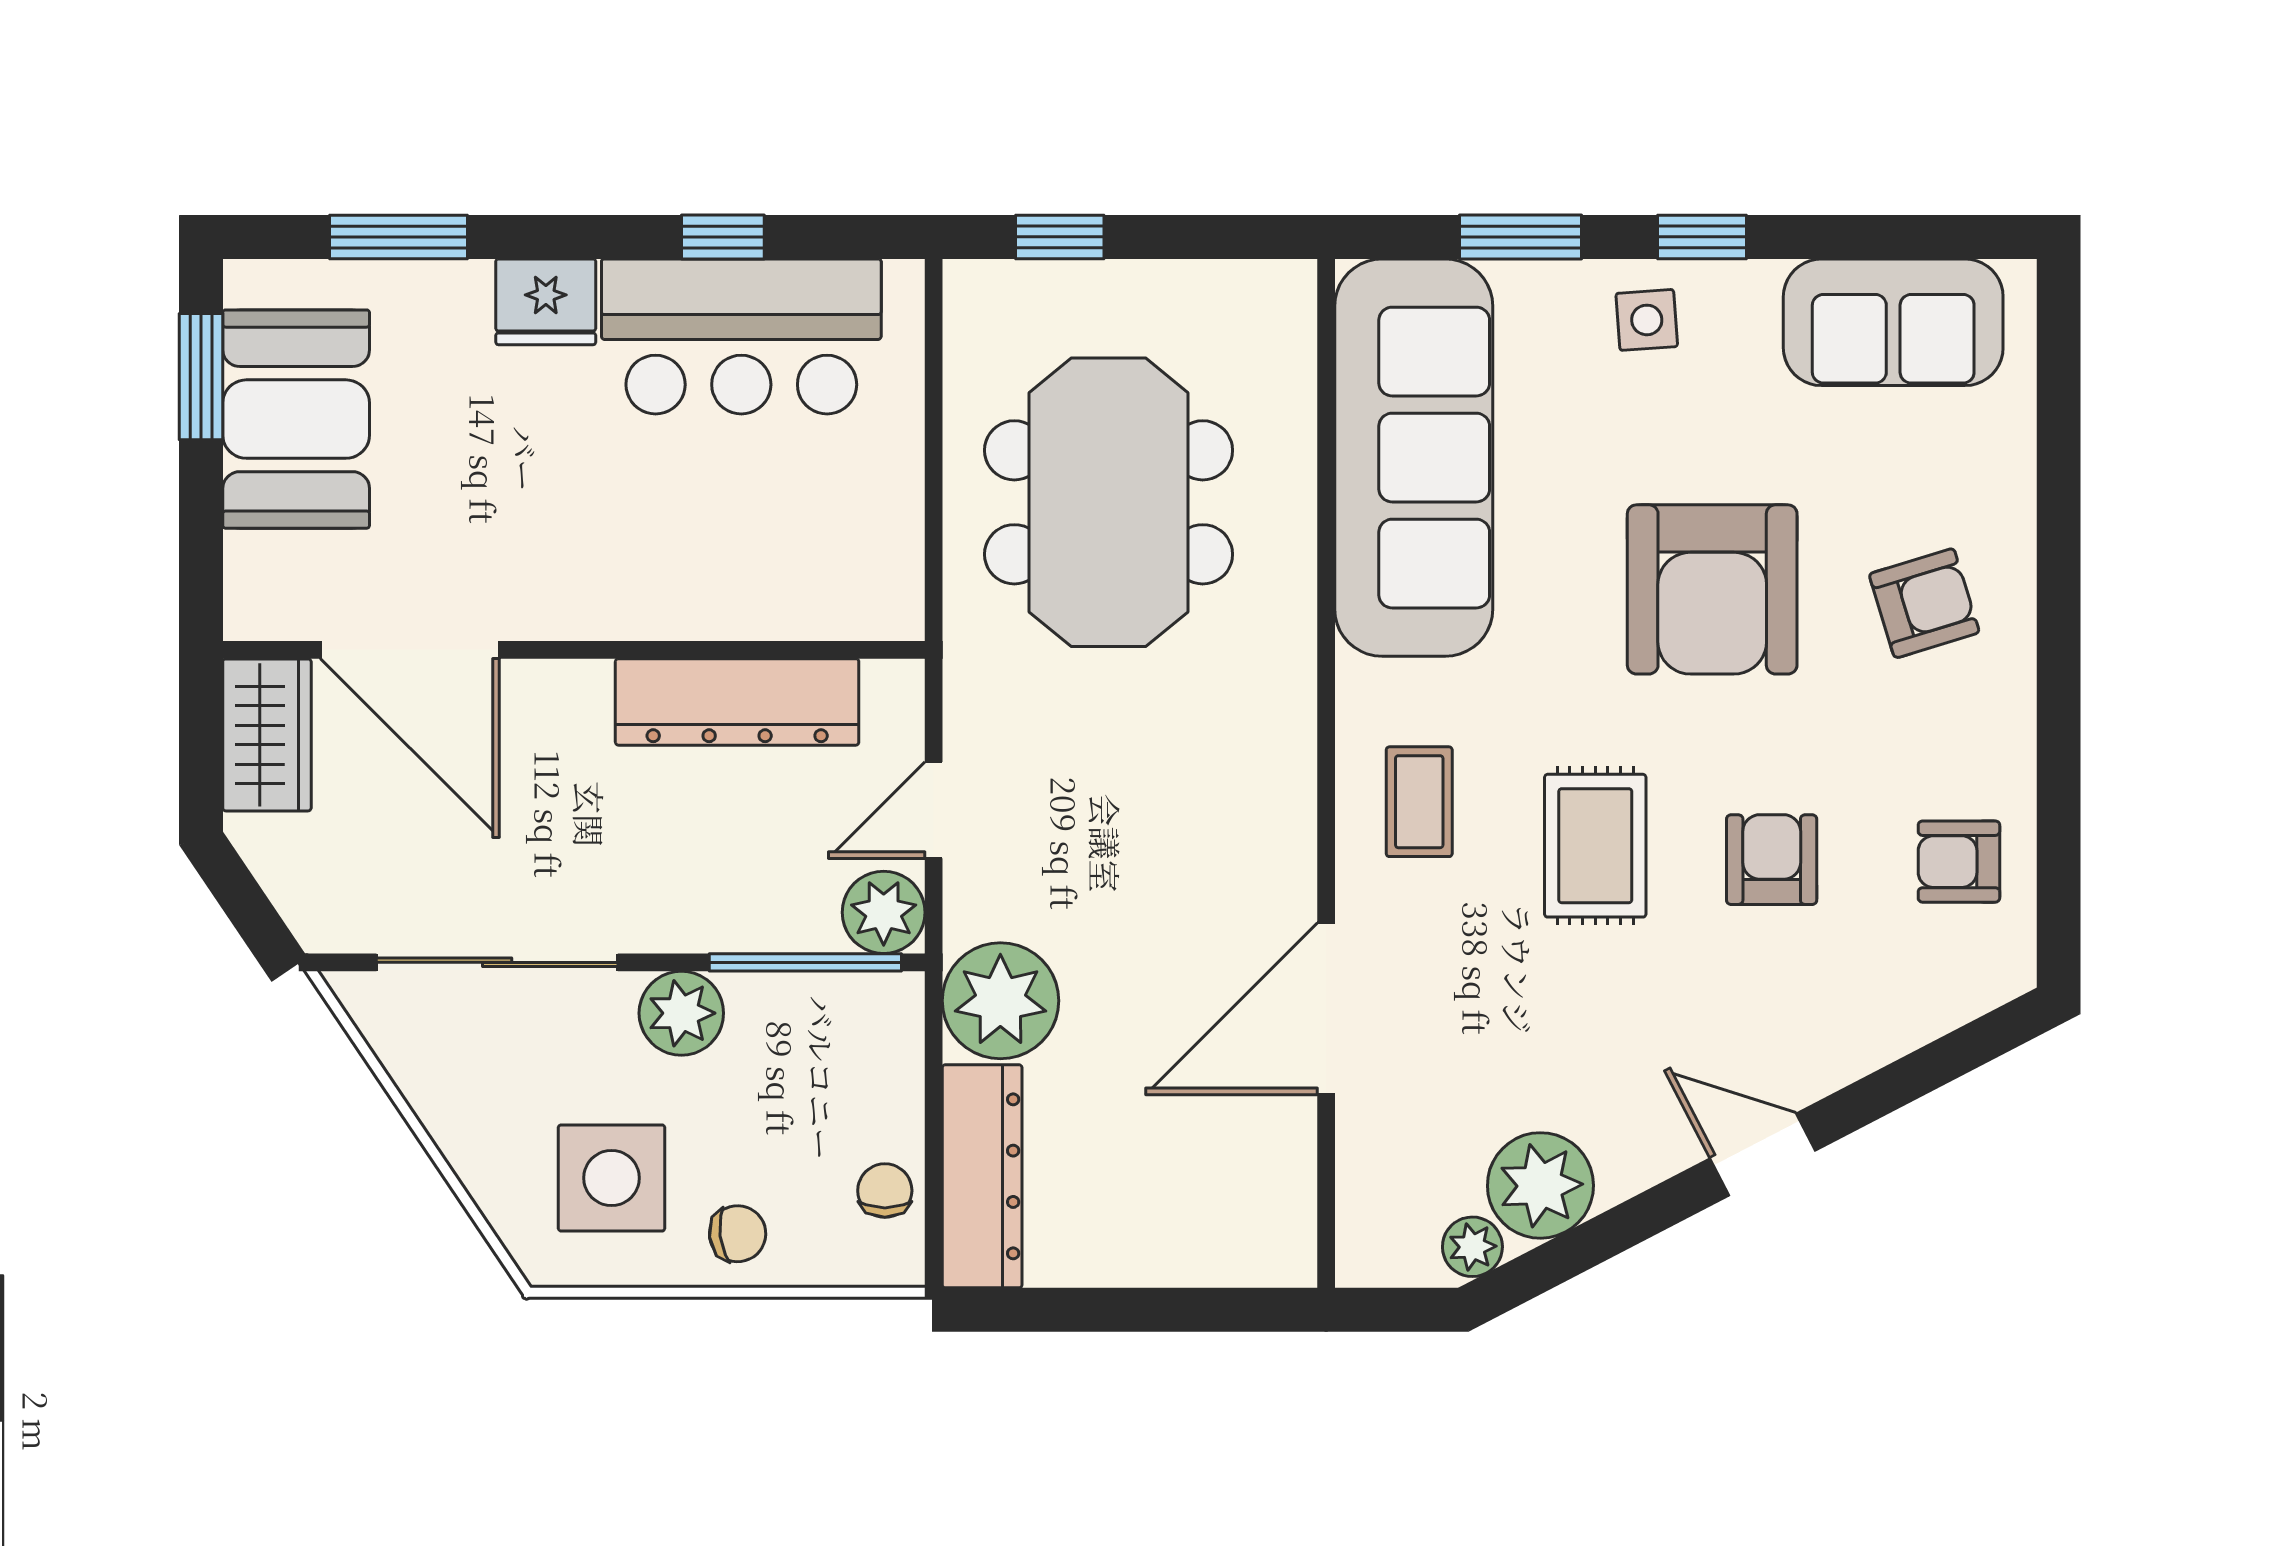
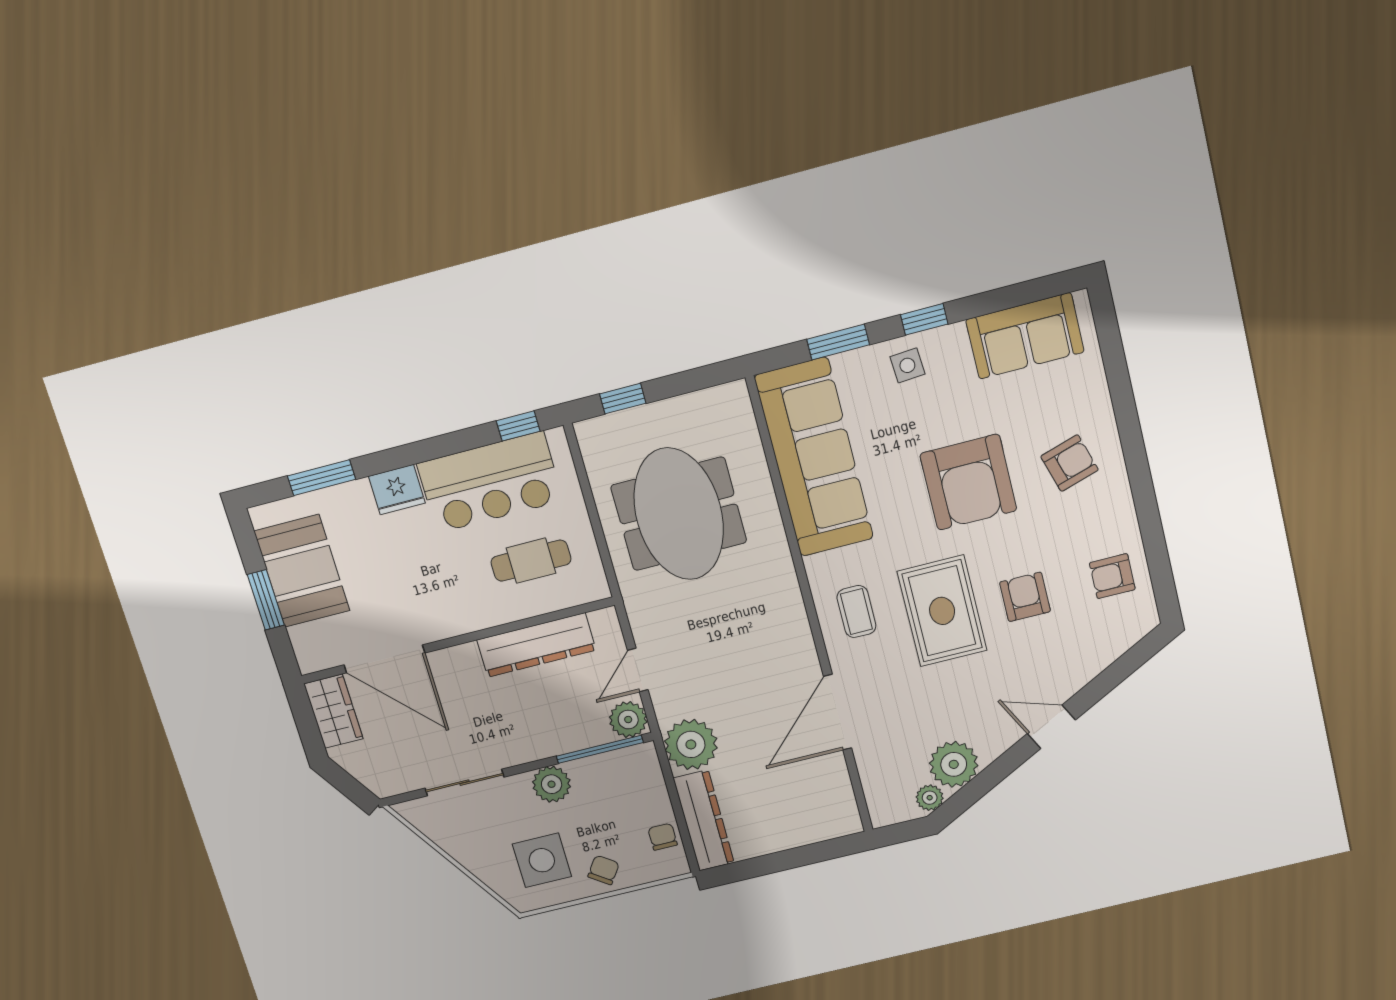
window: (723, 237) -> (518, 426), moved
window: (201, 377) -> (266, 600), moved
cafe table: (778, 521) -> (531, 561), added
rug: (1595, 846) -> (942, 611), width x1.36, depth x1.43
sliding door: (497, 962) -> (464, 783), width x0.73
chair: (738, 1234) -> (604, 870), turned -48

